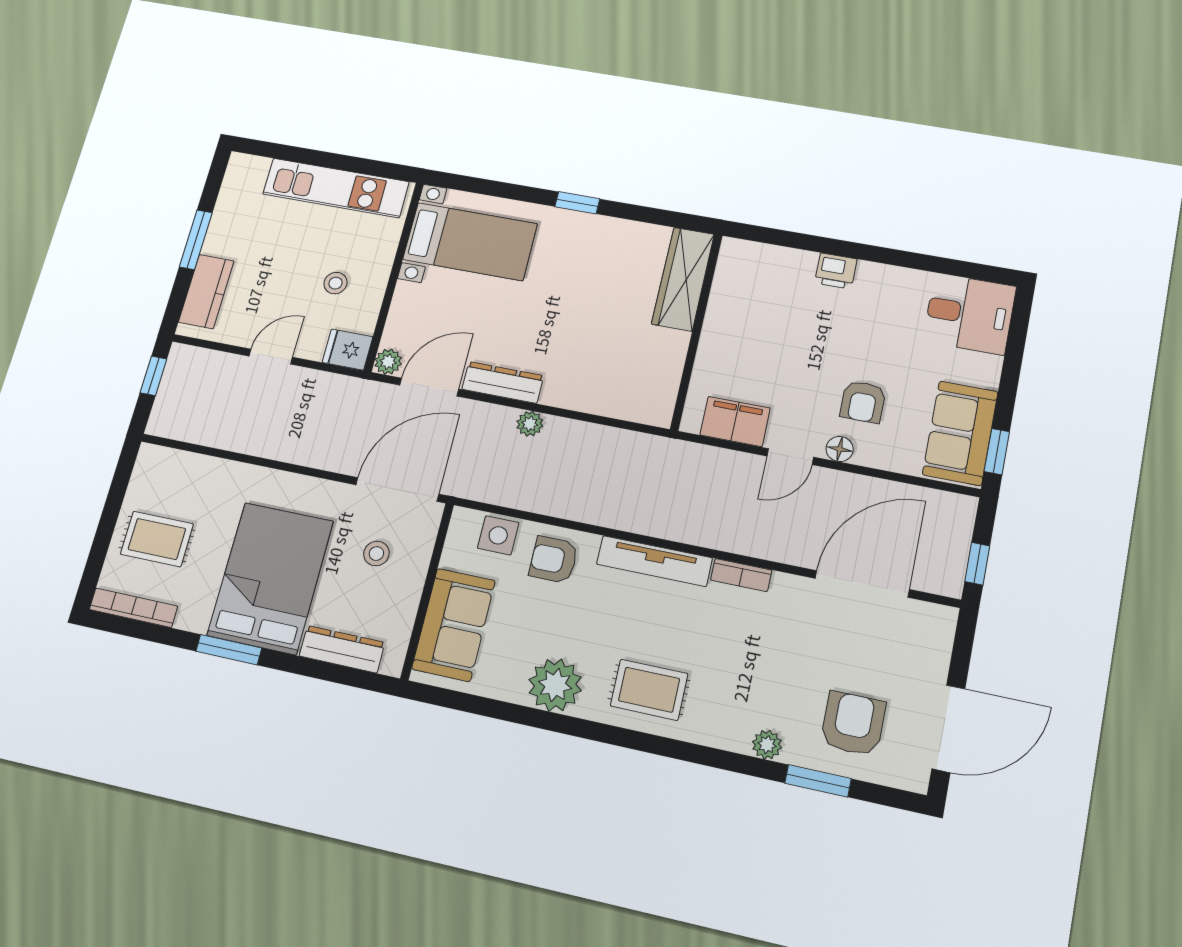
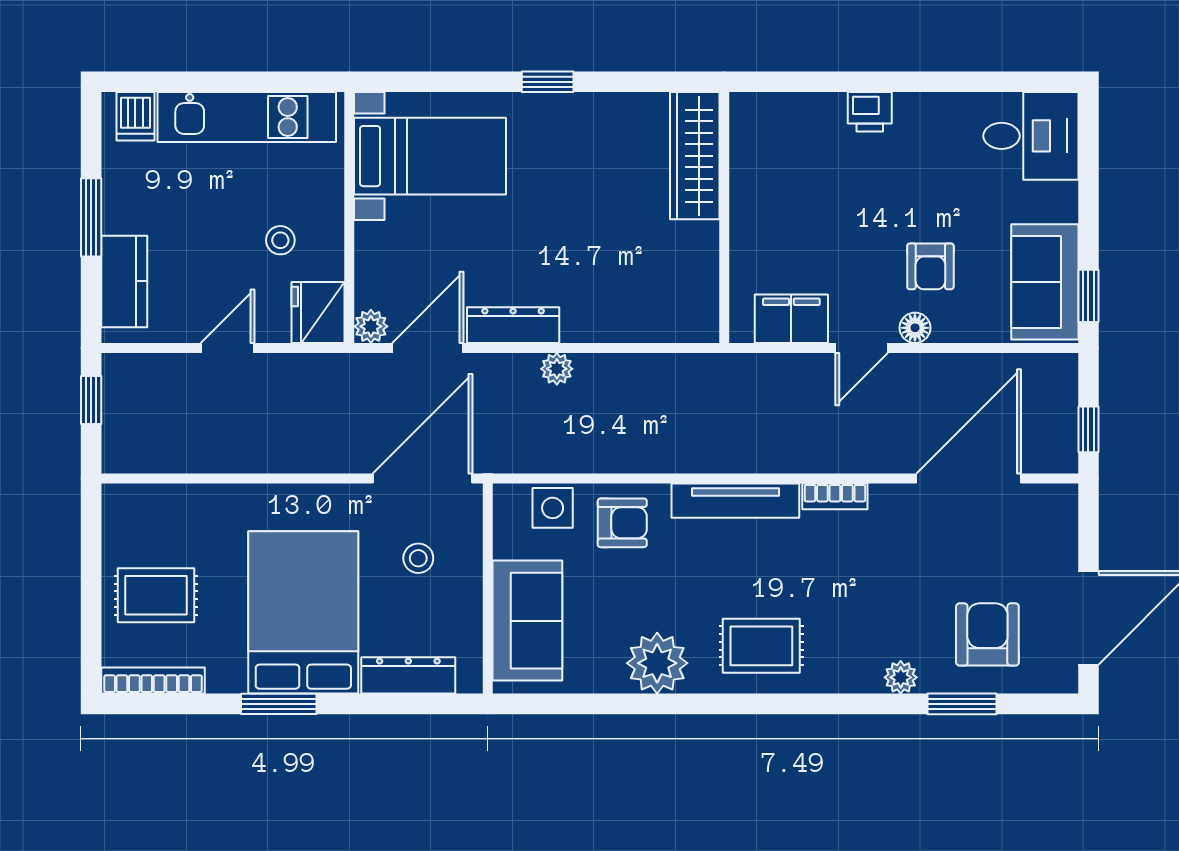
dishwasher: (252, 173) -> (135, 116), added
fridge: (347, 350) -> (318, 312), width x1.38
armchair: (554, 560) -> (622, 523), turned 180

